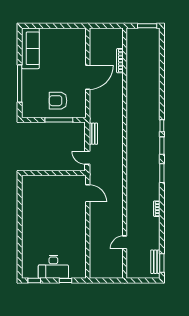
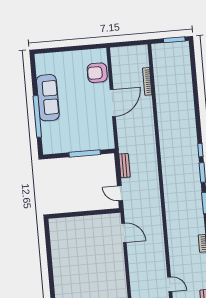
sofa: (30, 48) -> (48, 98), moved
armchair: (58, 101) -> (97, 73), moved
door: (125, 242) -> (170, 284), swing flipped

